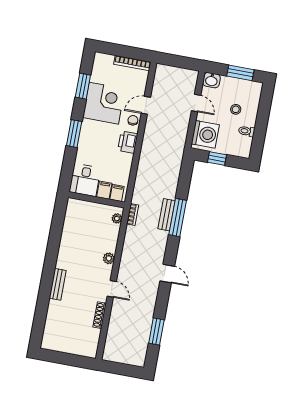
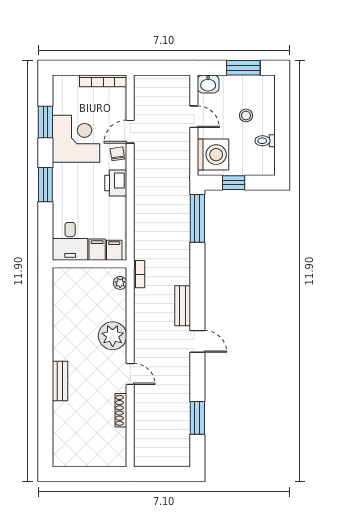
bench: (167, 215) -> (183, 306), moved
window: (178, 217) -> (197, 218), moved
plant: (109, 258) -> (113, 336), width x1.88, depth x1.88

